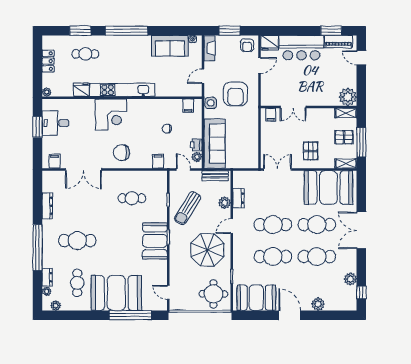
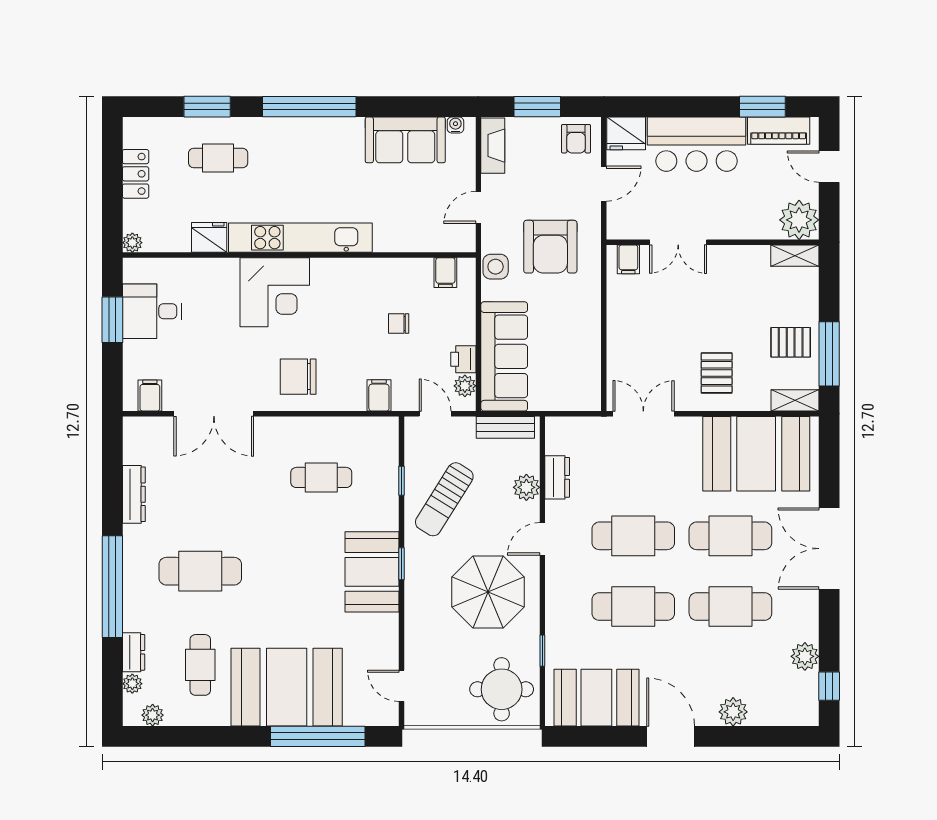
plant: (348, 97) -> (799, 220), moved
double door: (293, 107) -> (678, 242), moved
wall: (309, 107) -> (713, 242), moved
shelving: (346, 113) -> (795, 256), moved
filing cabinet: (271, 115) -> (628, 259), moved

